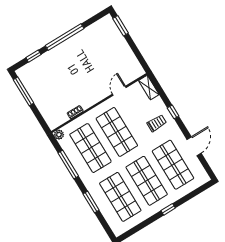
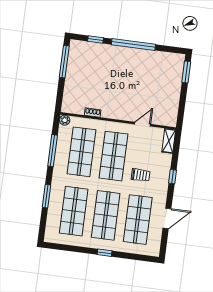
trolley: (157, 123) -> (141, 175), moved

